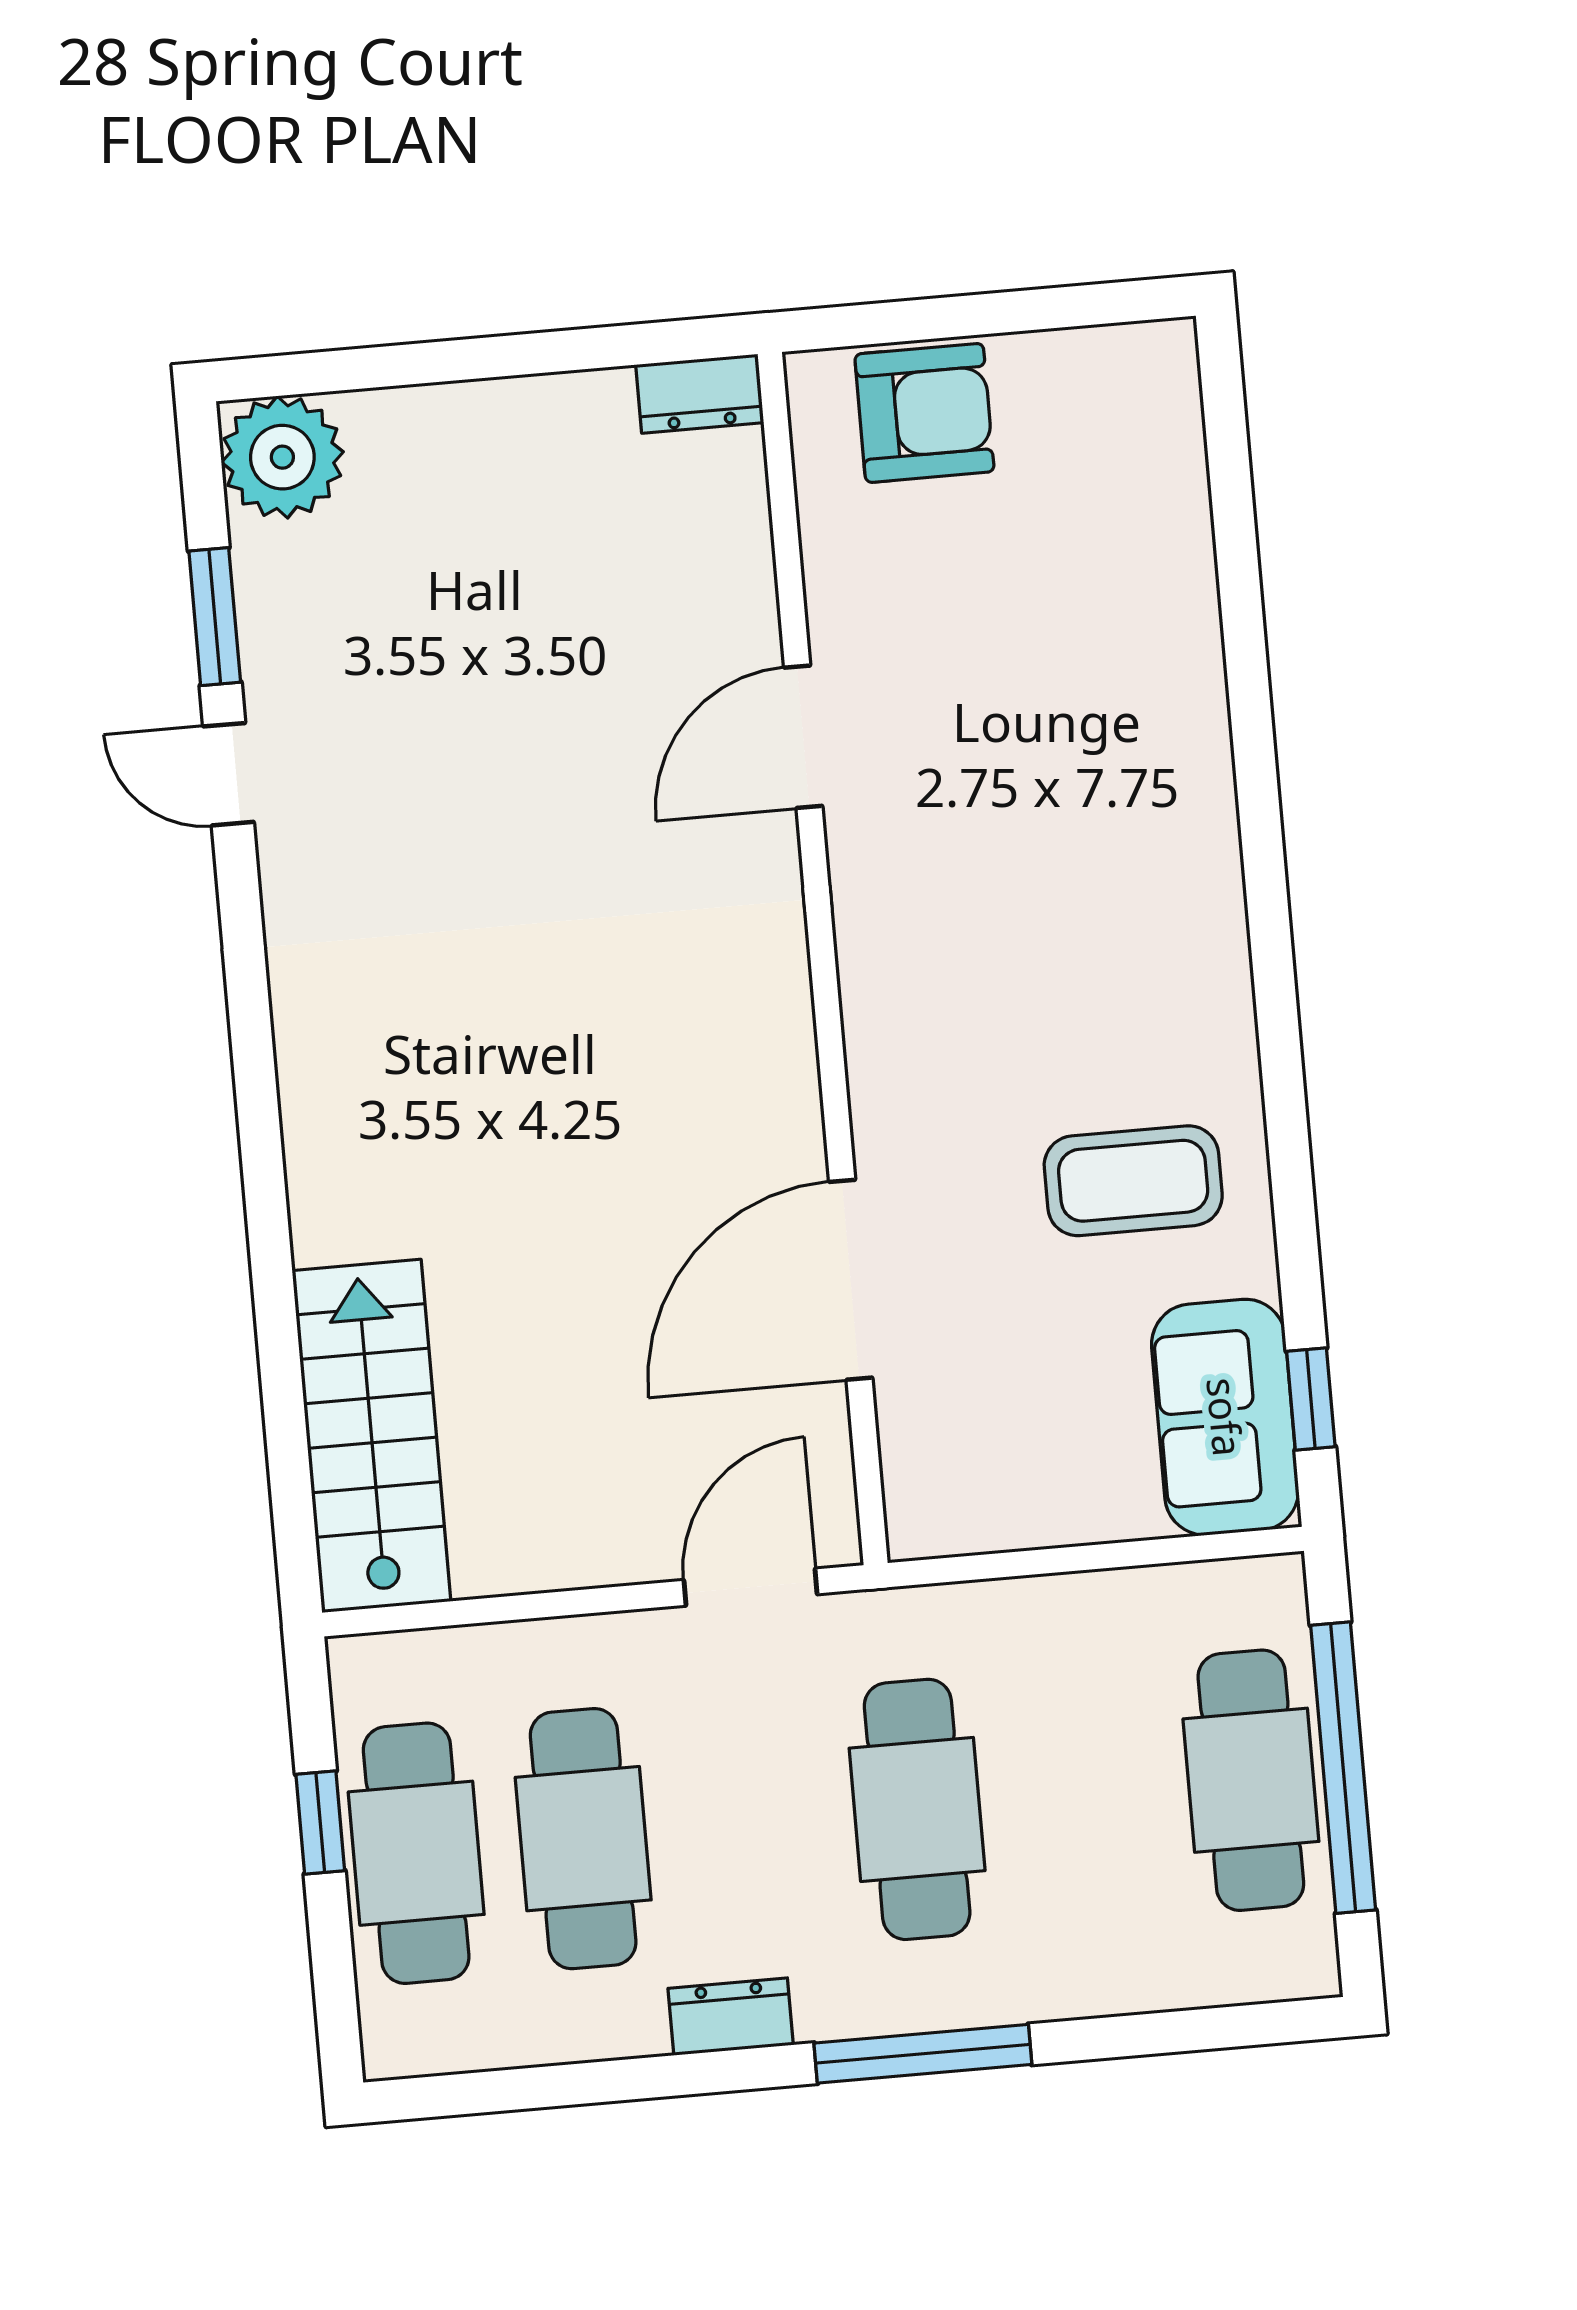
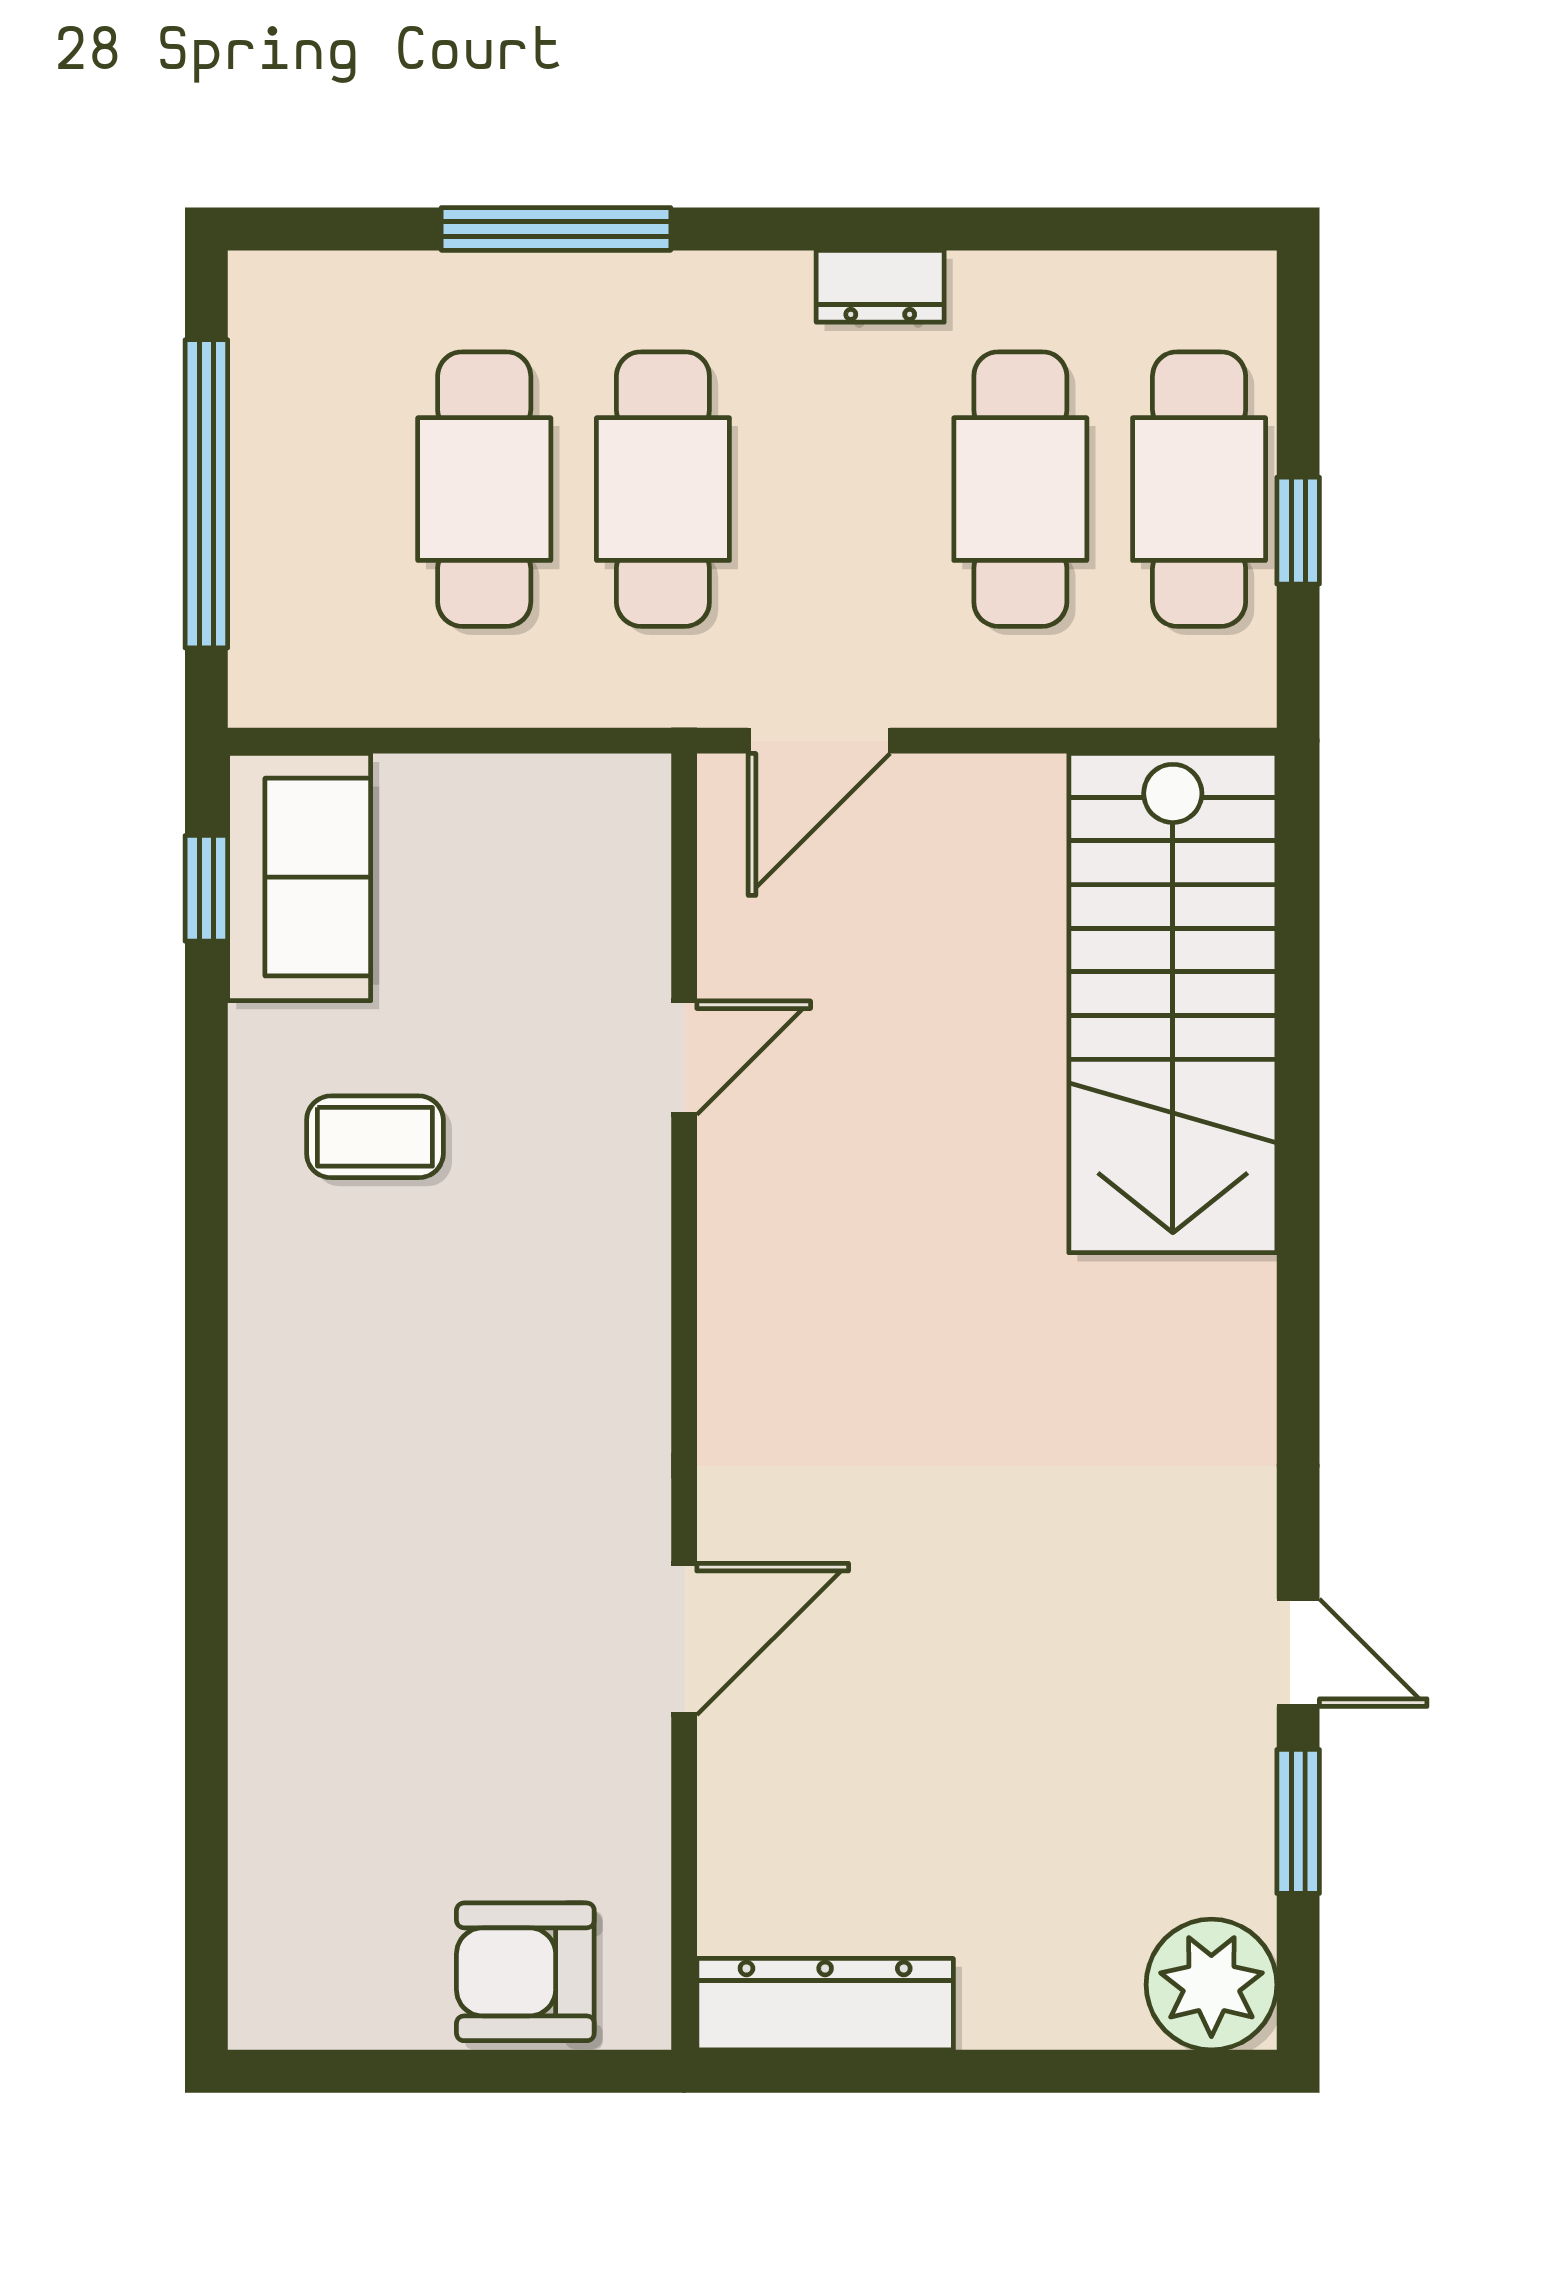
dresser: (700, 394) -> (825, 2004), width x1.96, depth x1.24
coffee table: (1133, 1181) -> (375, 1137), width x0.73, depth x0.77
door: (851, 1280) -> (684, 1058), width x0.53
stairs: (371, 1436) -> (1173, 1003), width x1.36, depth x1.51
cafe table: (1251, 1780) -> (484, 489), moved
window: (923, 2054) -> (556, 229), moved

